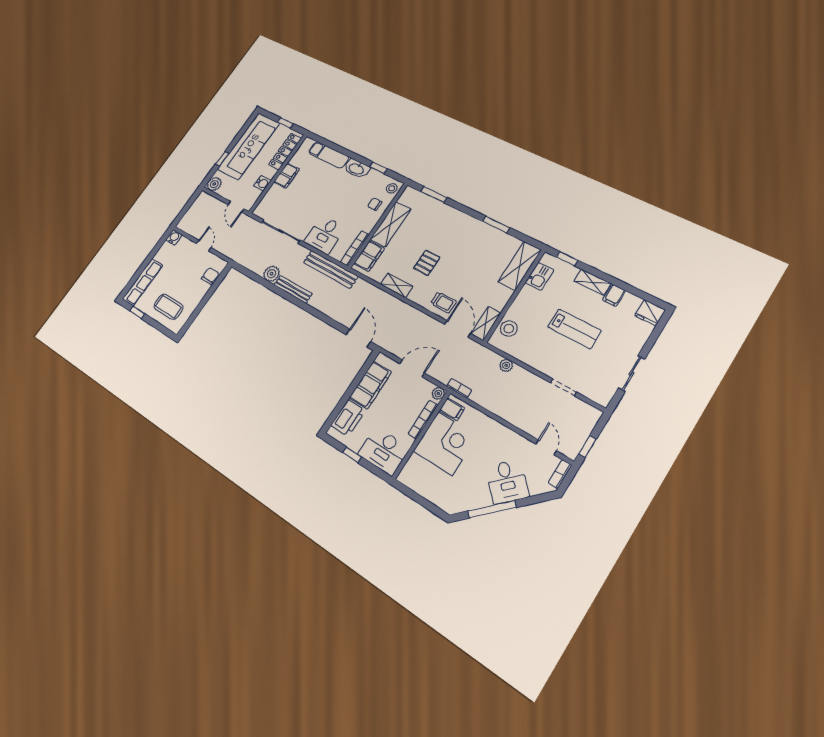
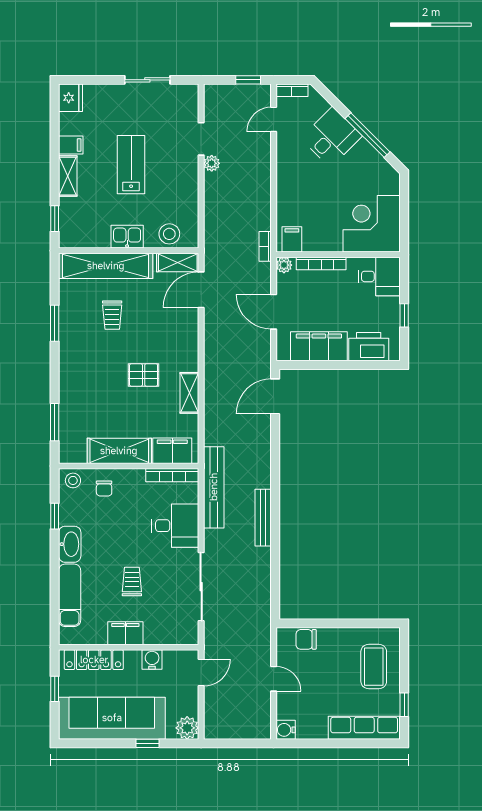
trolley: (311, 193) -> (132, 582), added
door: (204, 246) -> (274, 679), swing flipped
shelving: (520, 266) -> (106, 266), width x1.47
plant: (272, 274) -> (259, 560), removed
kitchen sink: (540, 276) -> (127, 237), moved
trolley: (443, 302) -> (112, 315), moved, turned 180
plant: (506, 365) -> (212, 163), moved
corner desk: (445, 443) -> (372, 224), moved
desk: (384, 451) -> (379, 276), width x0.73

